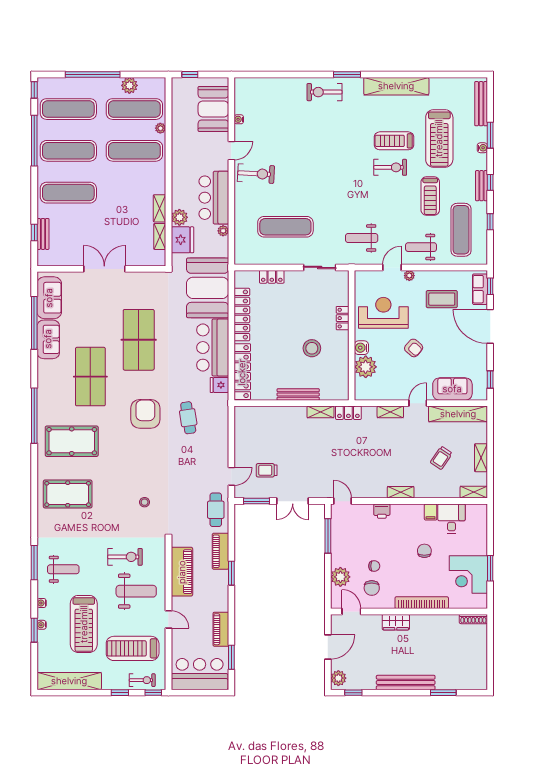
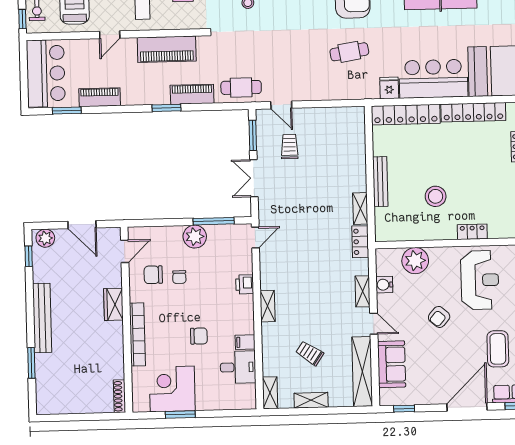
water cooler: (361, 348) -> (384, 285), moved, turned -90
plant: (340, 577) -> (195, 237), moved

